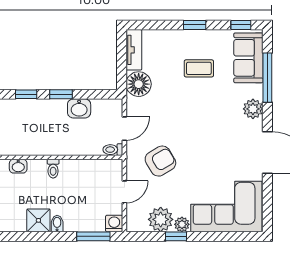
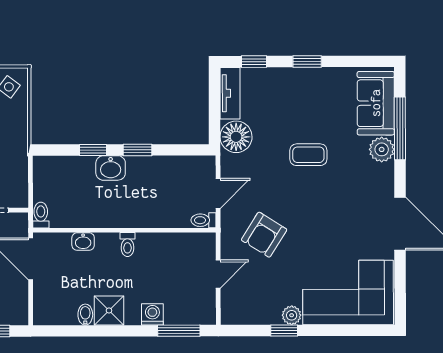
window: (241, 25) -> (254, 62), moved
coffee table: (199, 68) -> (308, 155), moved
washbasin: (79, 108) -> (111, 168), moved
plant: (253, 109) -> (382, 149), moved
armchair: (160, 161) -> (264, 235), turned 153
plant: (161, 219) -> (264, 309), removed
washing machine: (114, 223) -> (152, 314), moved
bidet: (57, 224) -> (85, 315), moved

